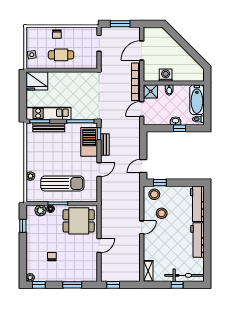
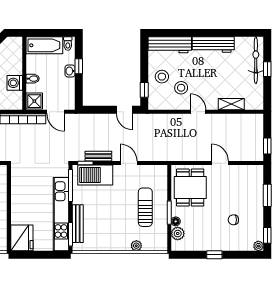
kitchen unit: (48, 113) -> (61, 214), width x1.36
sun lounger: (62, 183) -> (145, 207), width x0.73, depth x0.75
stool: (154, 194) -> (162, 77), moved
window: (23, 226) -> (214, 255), moved
shelving: (148, 271) -> (231, 104), moved

